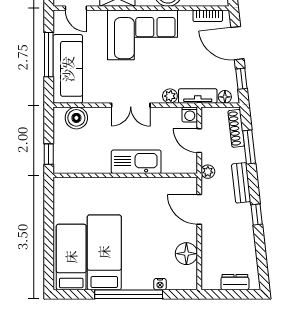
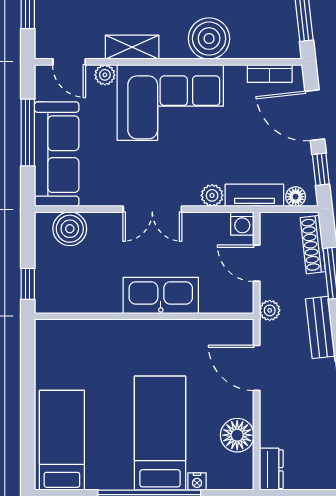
plant: (99, 17) -> (105, 75), added
bed: (104, 252) -> (160, 433), moved
dresser: (235, 282) -> (271, 469), moved, turned 90

